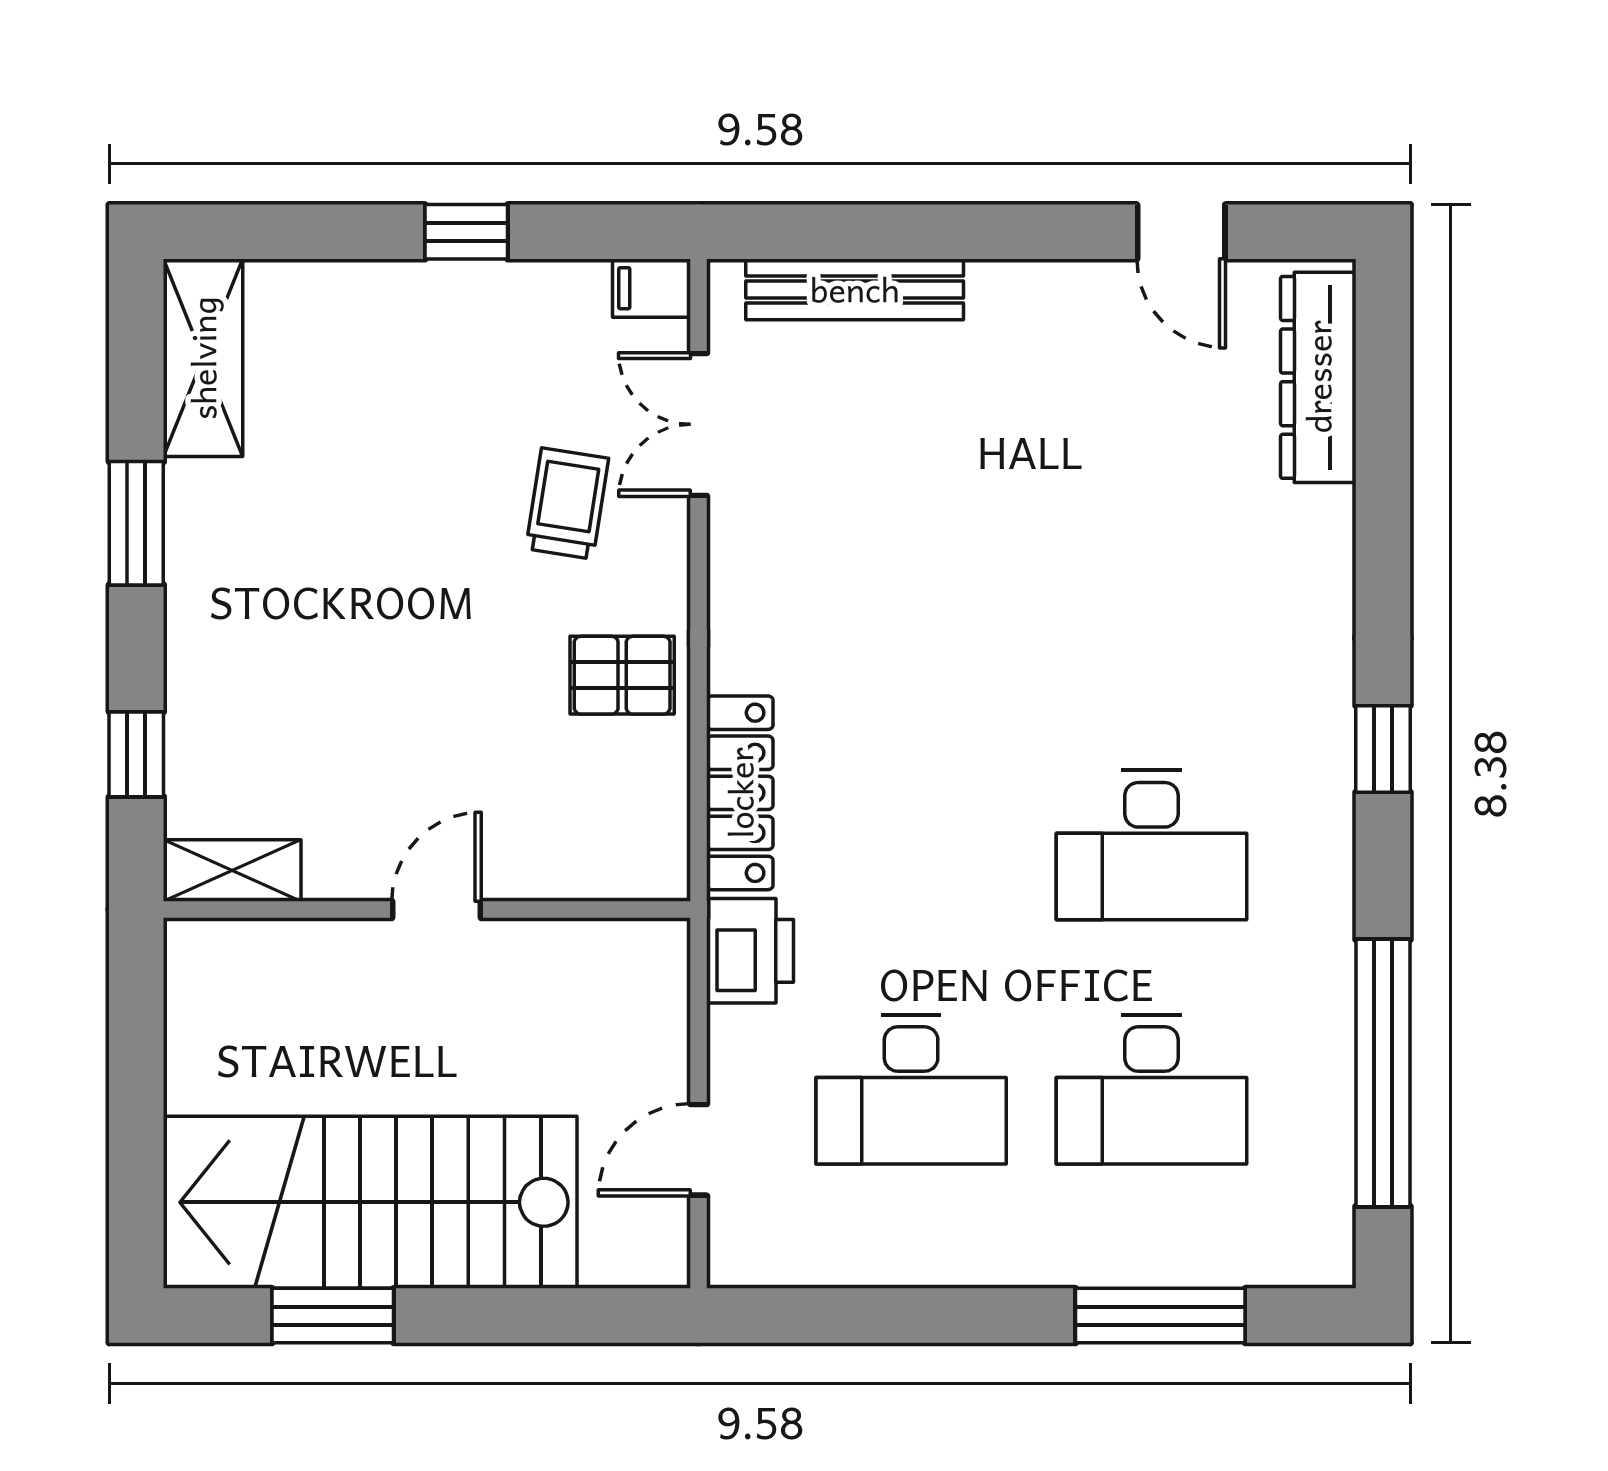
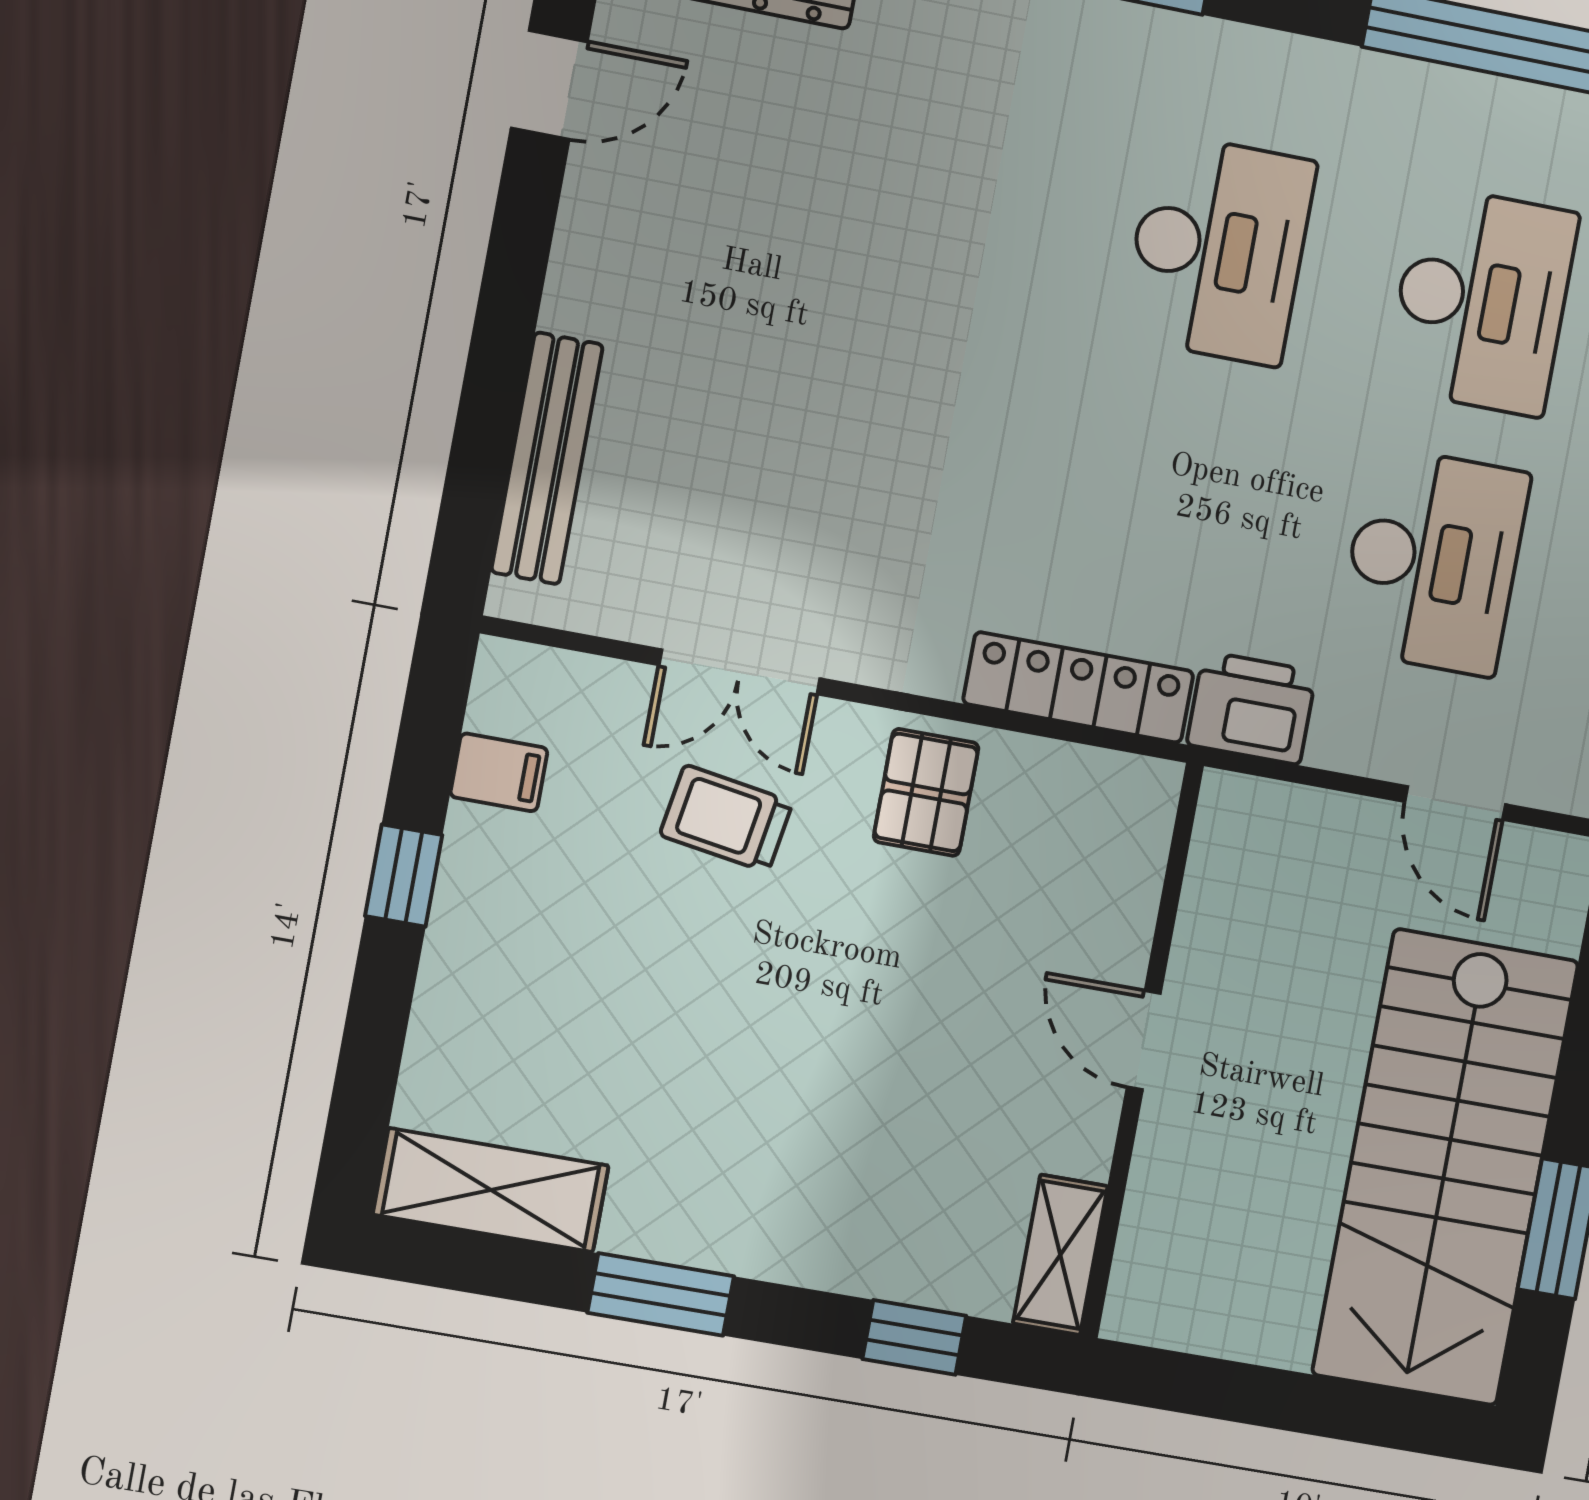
filing cabinet: (651, 288) -> (499, 772), moved, turned -90
double door: (699, 424) -> (739, 672), moved

